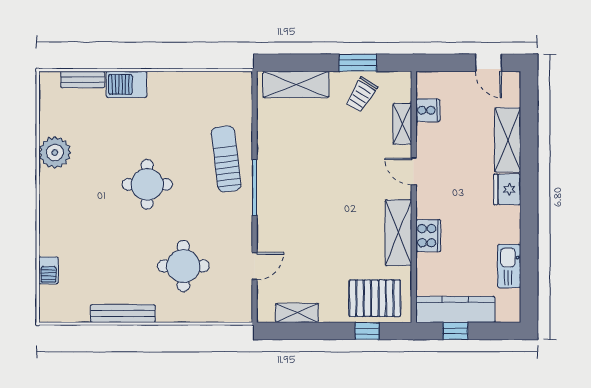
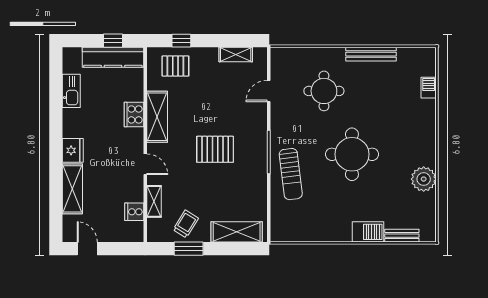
round table: (147, 184) -> (352, 154), width x1.36, depth x1.36
pallet: (324, 191) -> (215, 149), added
pallet: (375, 298) -> (175, 66), width x0.67, depth x0.71

